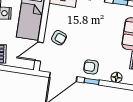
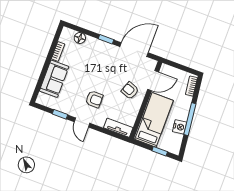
armchair: (91, 67) -> (94, 99), moved

